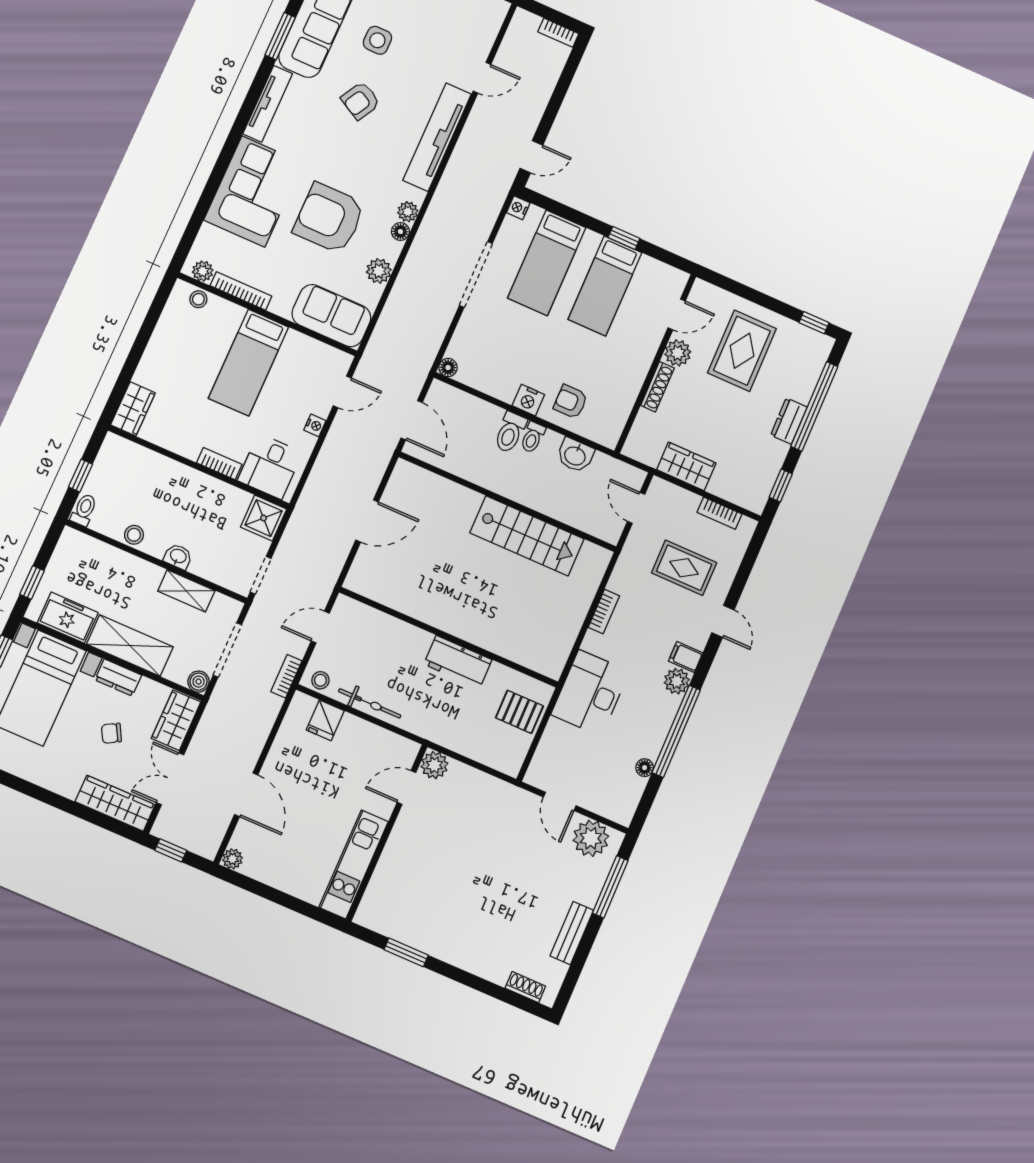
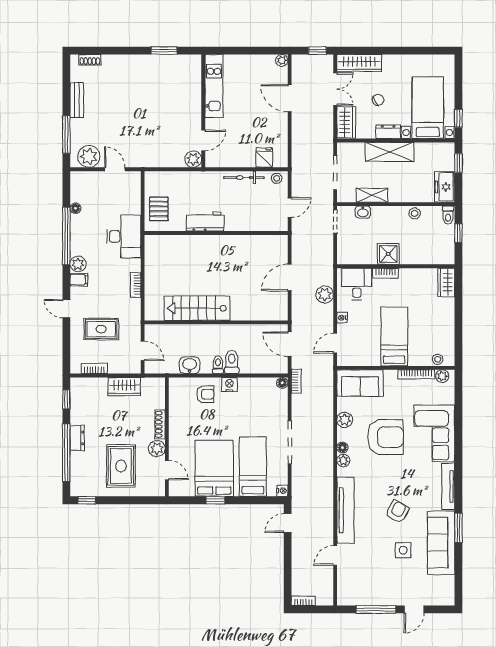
bed: (605, 286) -> (214, 468), width x1.50
door: (677, 314) -> (167, 470), swing flipped
plant: (326, 472) -> (325, 294), added
shower: (264, 518) -> (388, 254), moved
washbasin: (178, 557) -> (363, 212), moved
freezer: (68, 618) -> (445, 187), moved, turned 90
bookcase: (286, 676) -> (296, 381), moved
boiler: (199, 682) -> (343, 149), removed
pallet: (519, 712) -> (159, 209), turned 90

